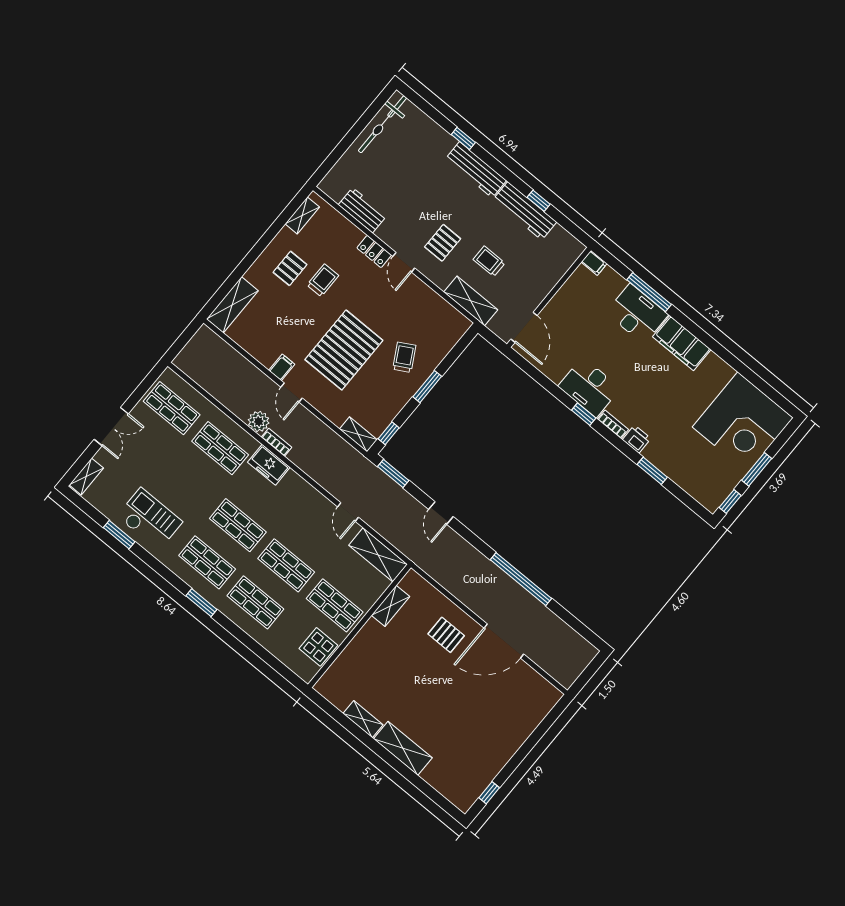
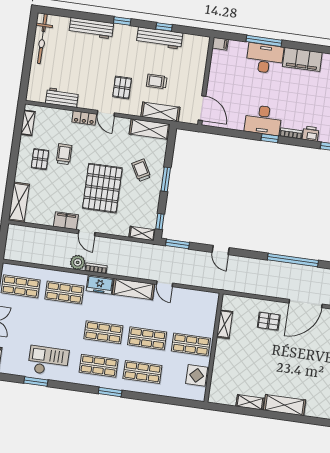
window: (463, 138) -> (122, 21), moved
workbench: (476, 170) -> (91, 28), moved
shelving: (445, 314) -> (150, 129), added
filing cabinet: (282, 367) -> (66, 221), width x2.00
shelving: (378, 555) -> (133, 289), moved

